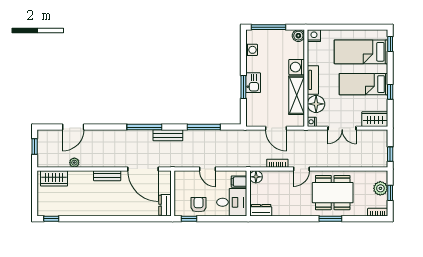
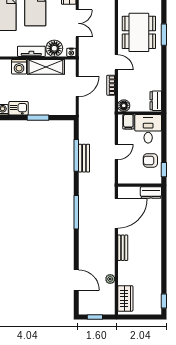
kitchen sink: (253, 83) -> (19, 108), moved
bench: (168, 135) -> (84, 158), moved

